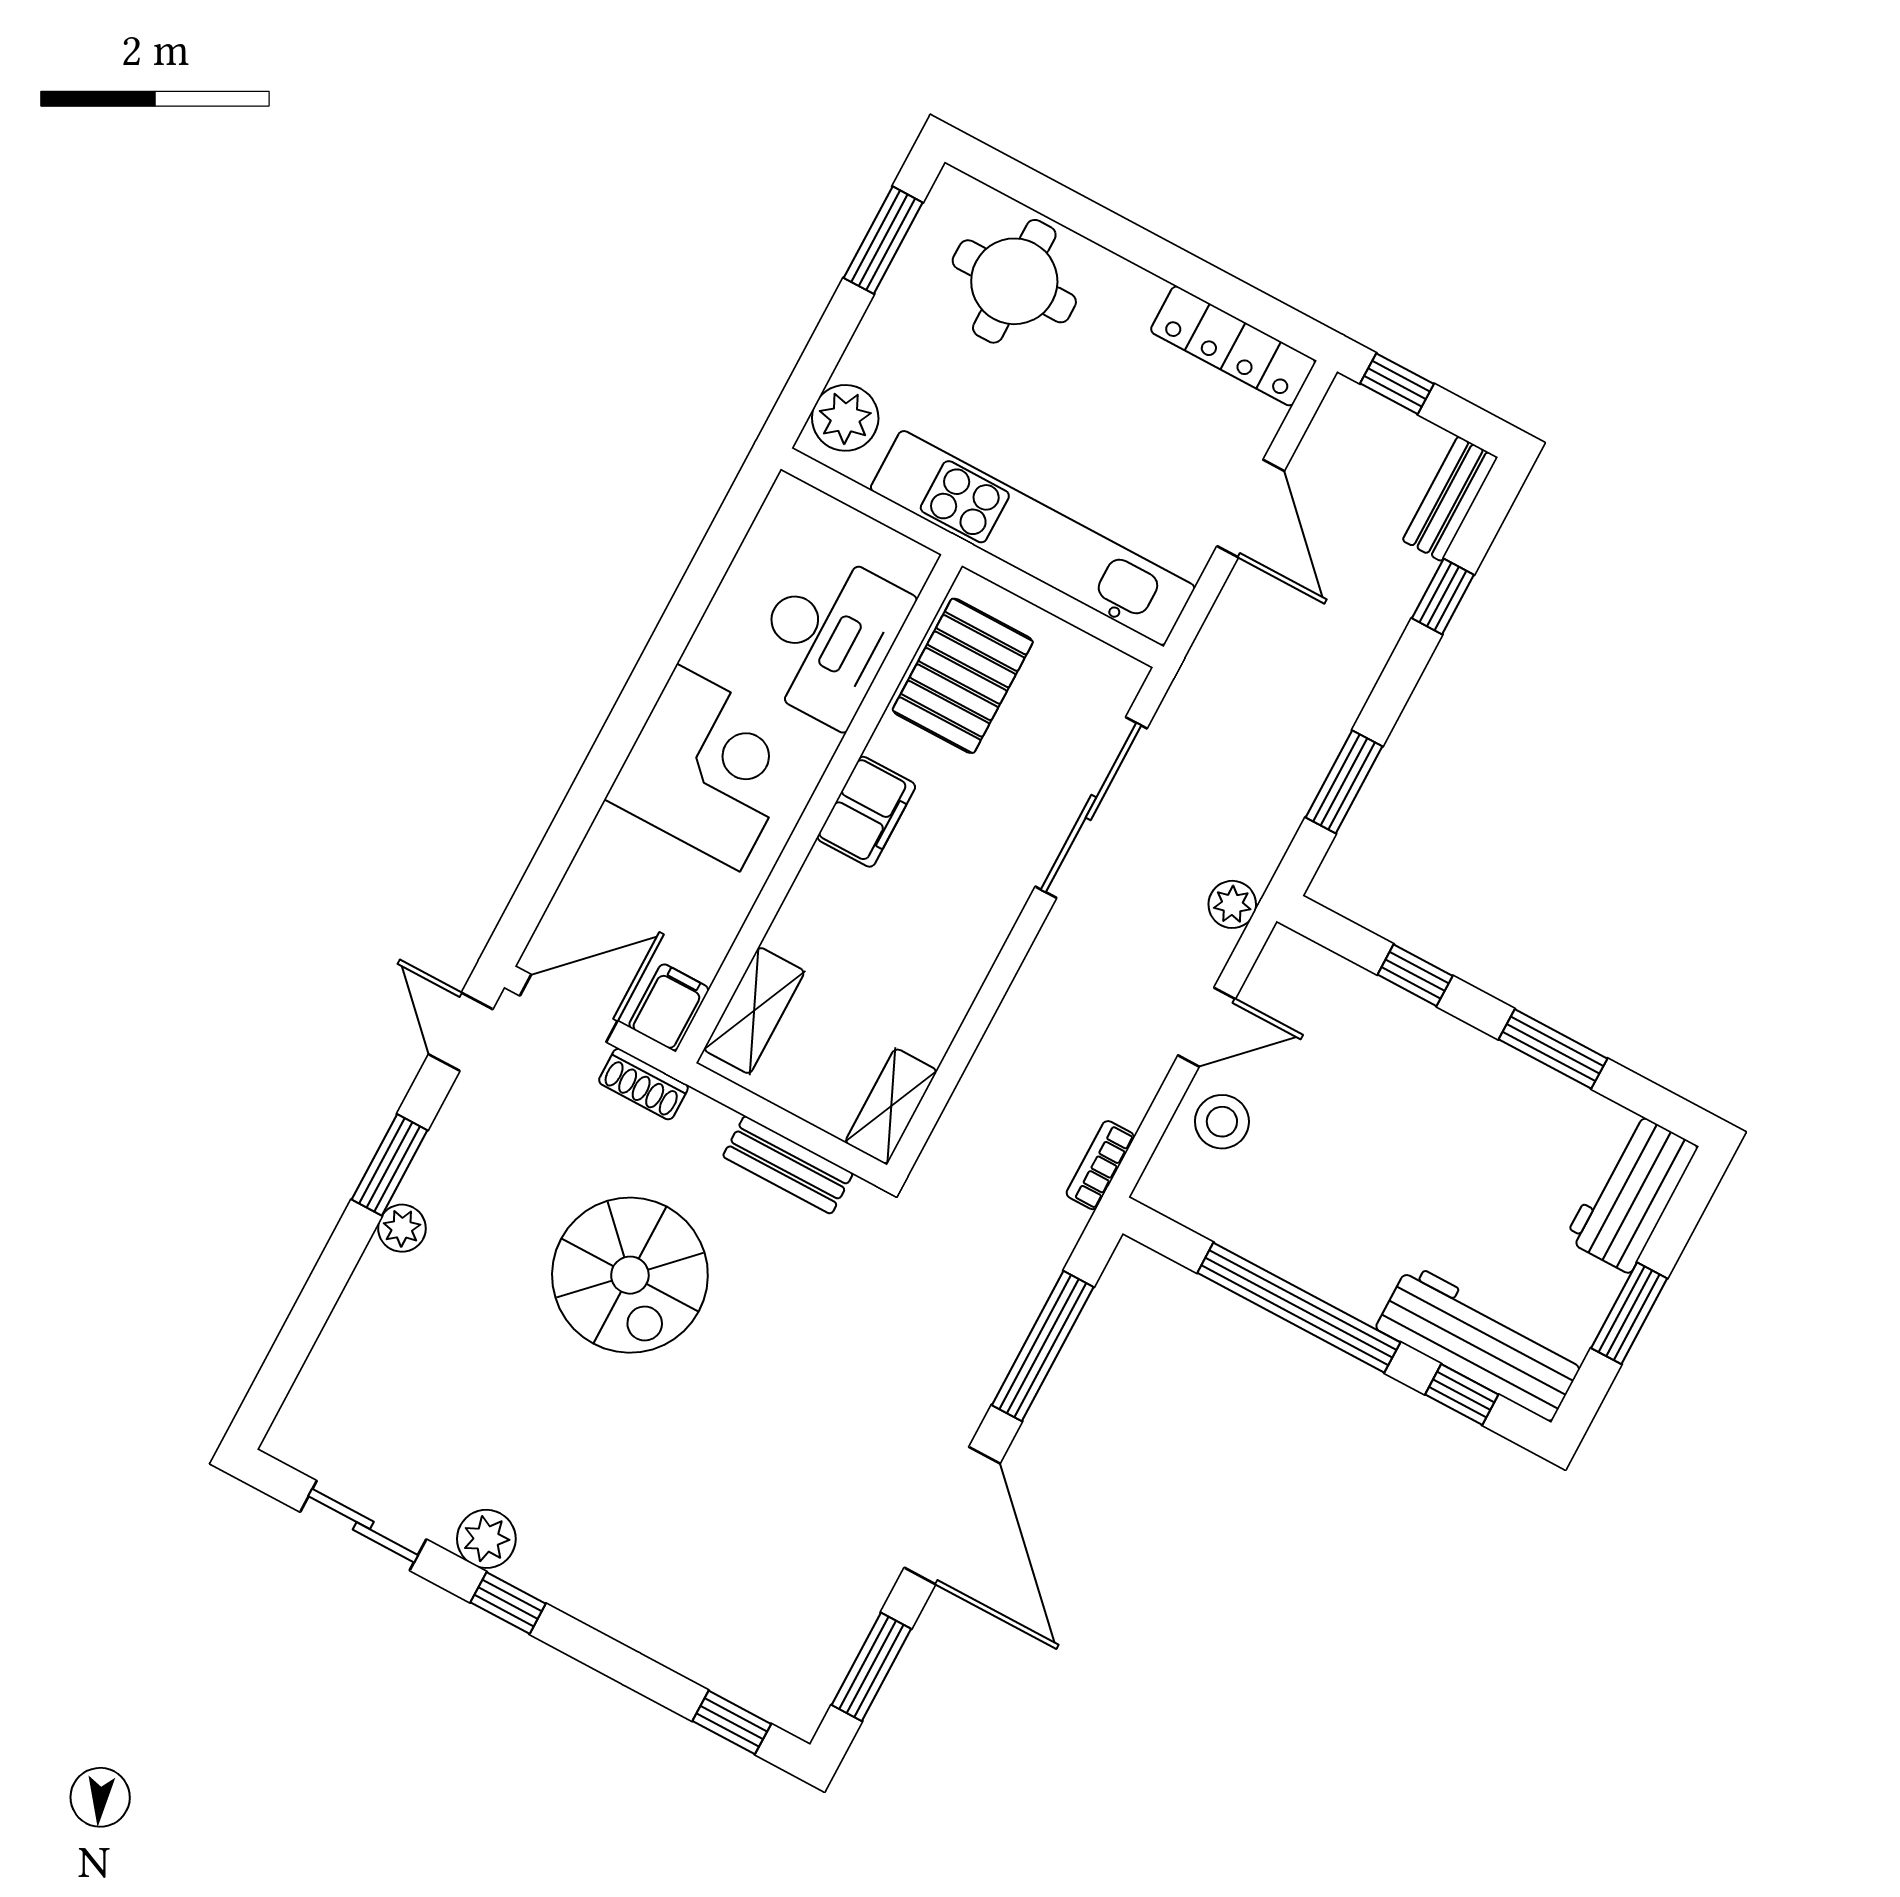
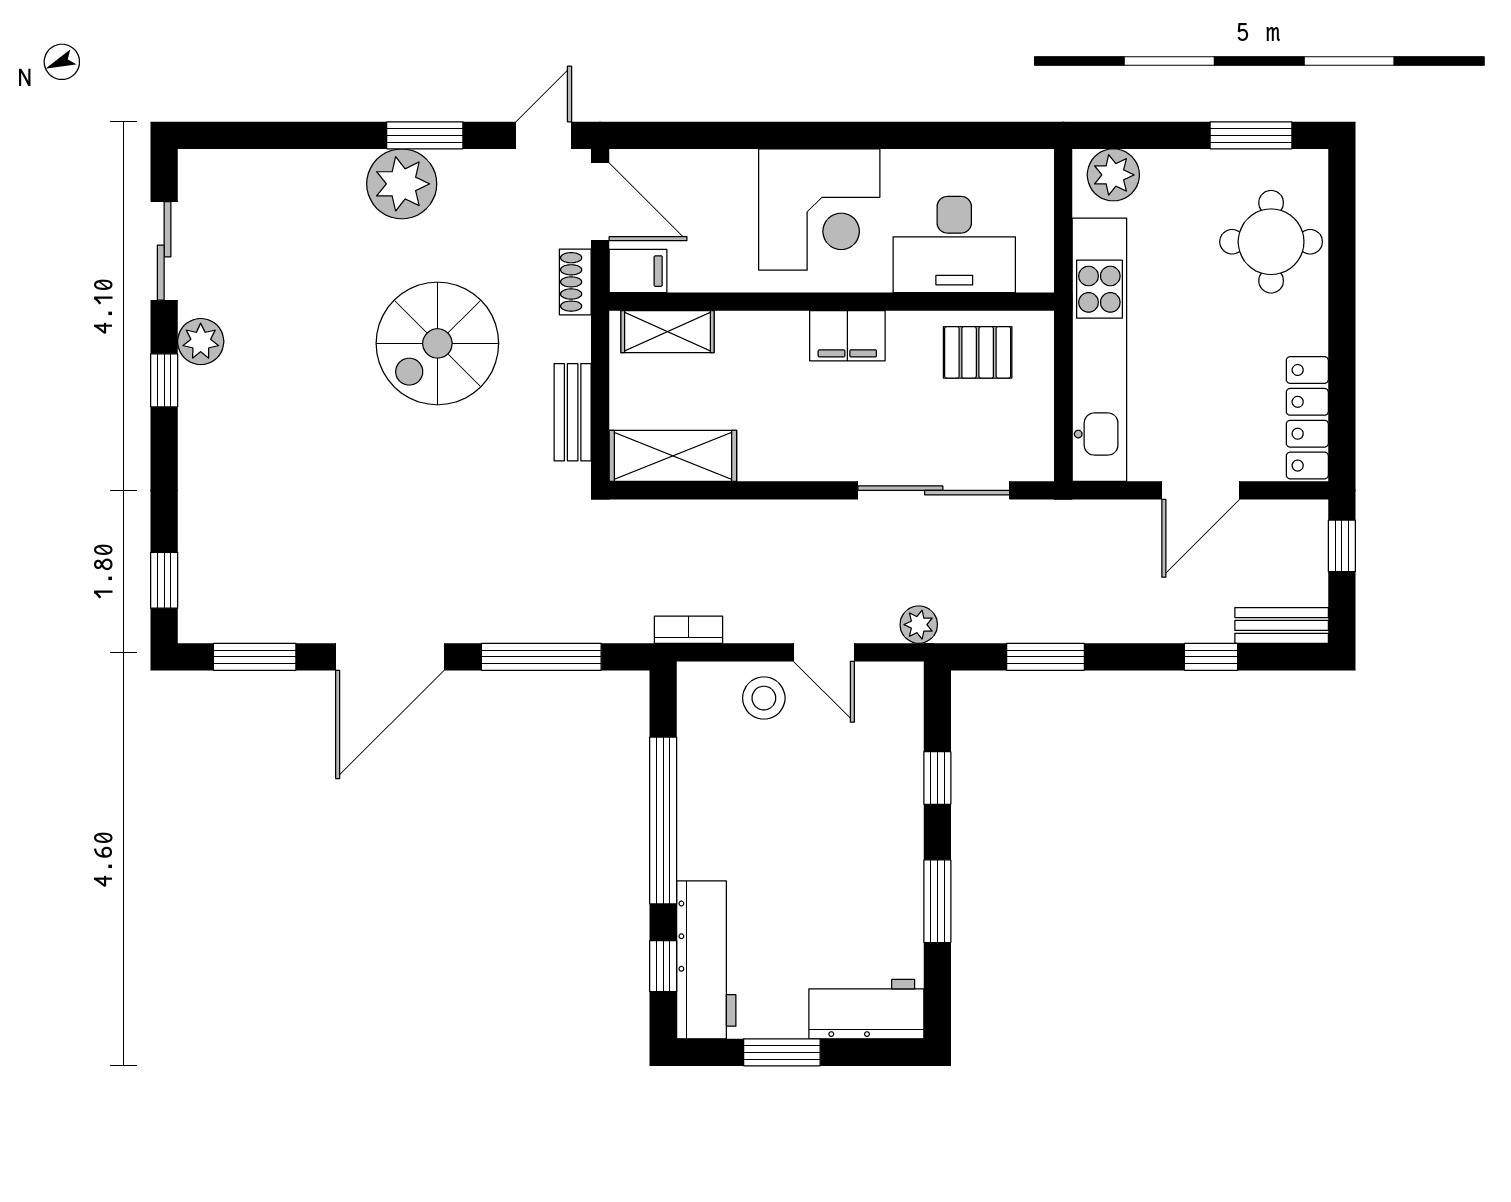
pallet: (963, 676) -> (978, 352), width x0.67, depth x0.71
shelving: (891, 1106) -> (673, 456), width x1.50, depth x1.33
plant: (402, 1228) -> (402, 184), width x1.88, depth x1.88

